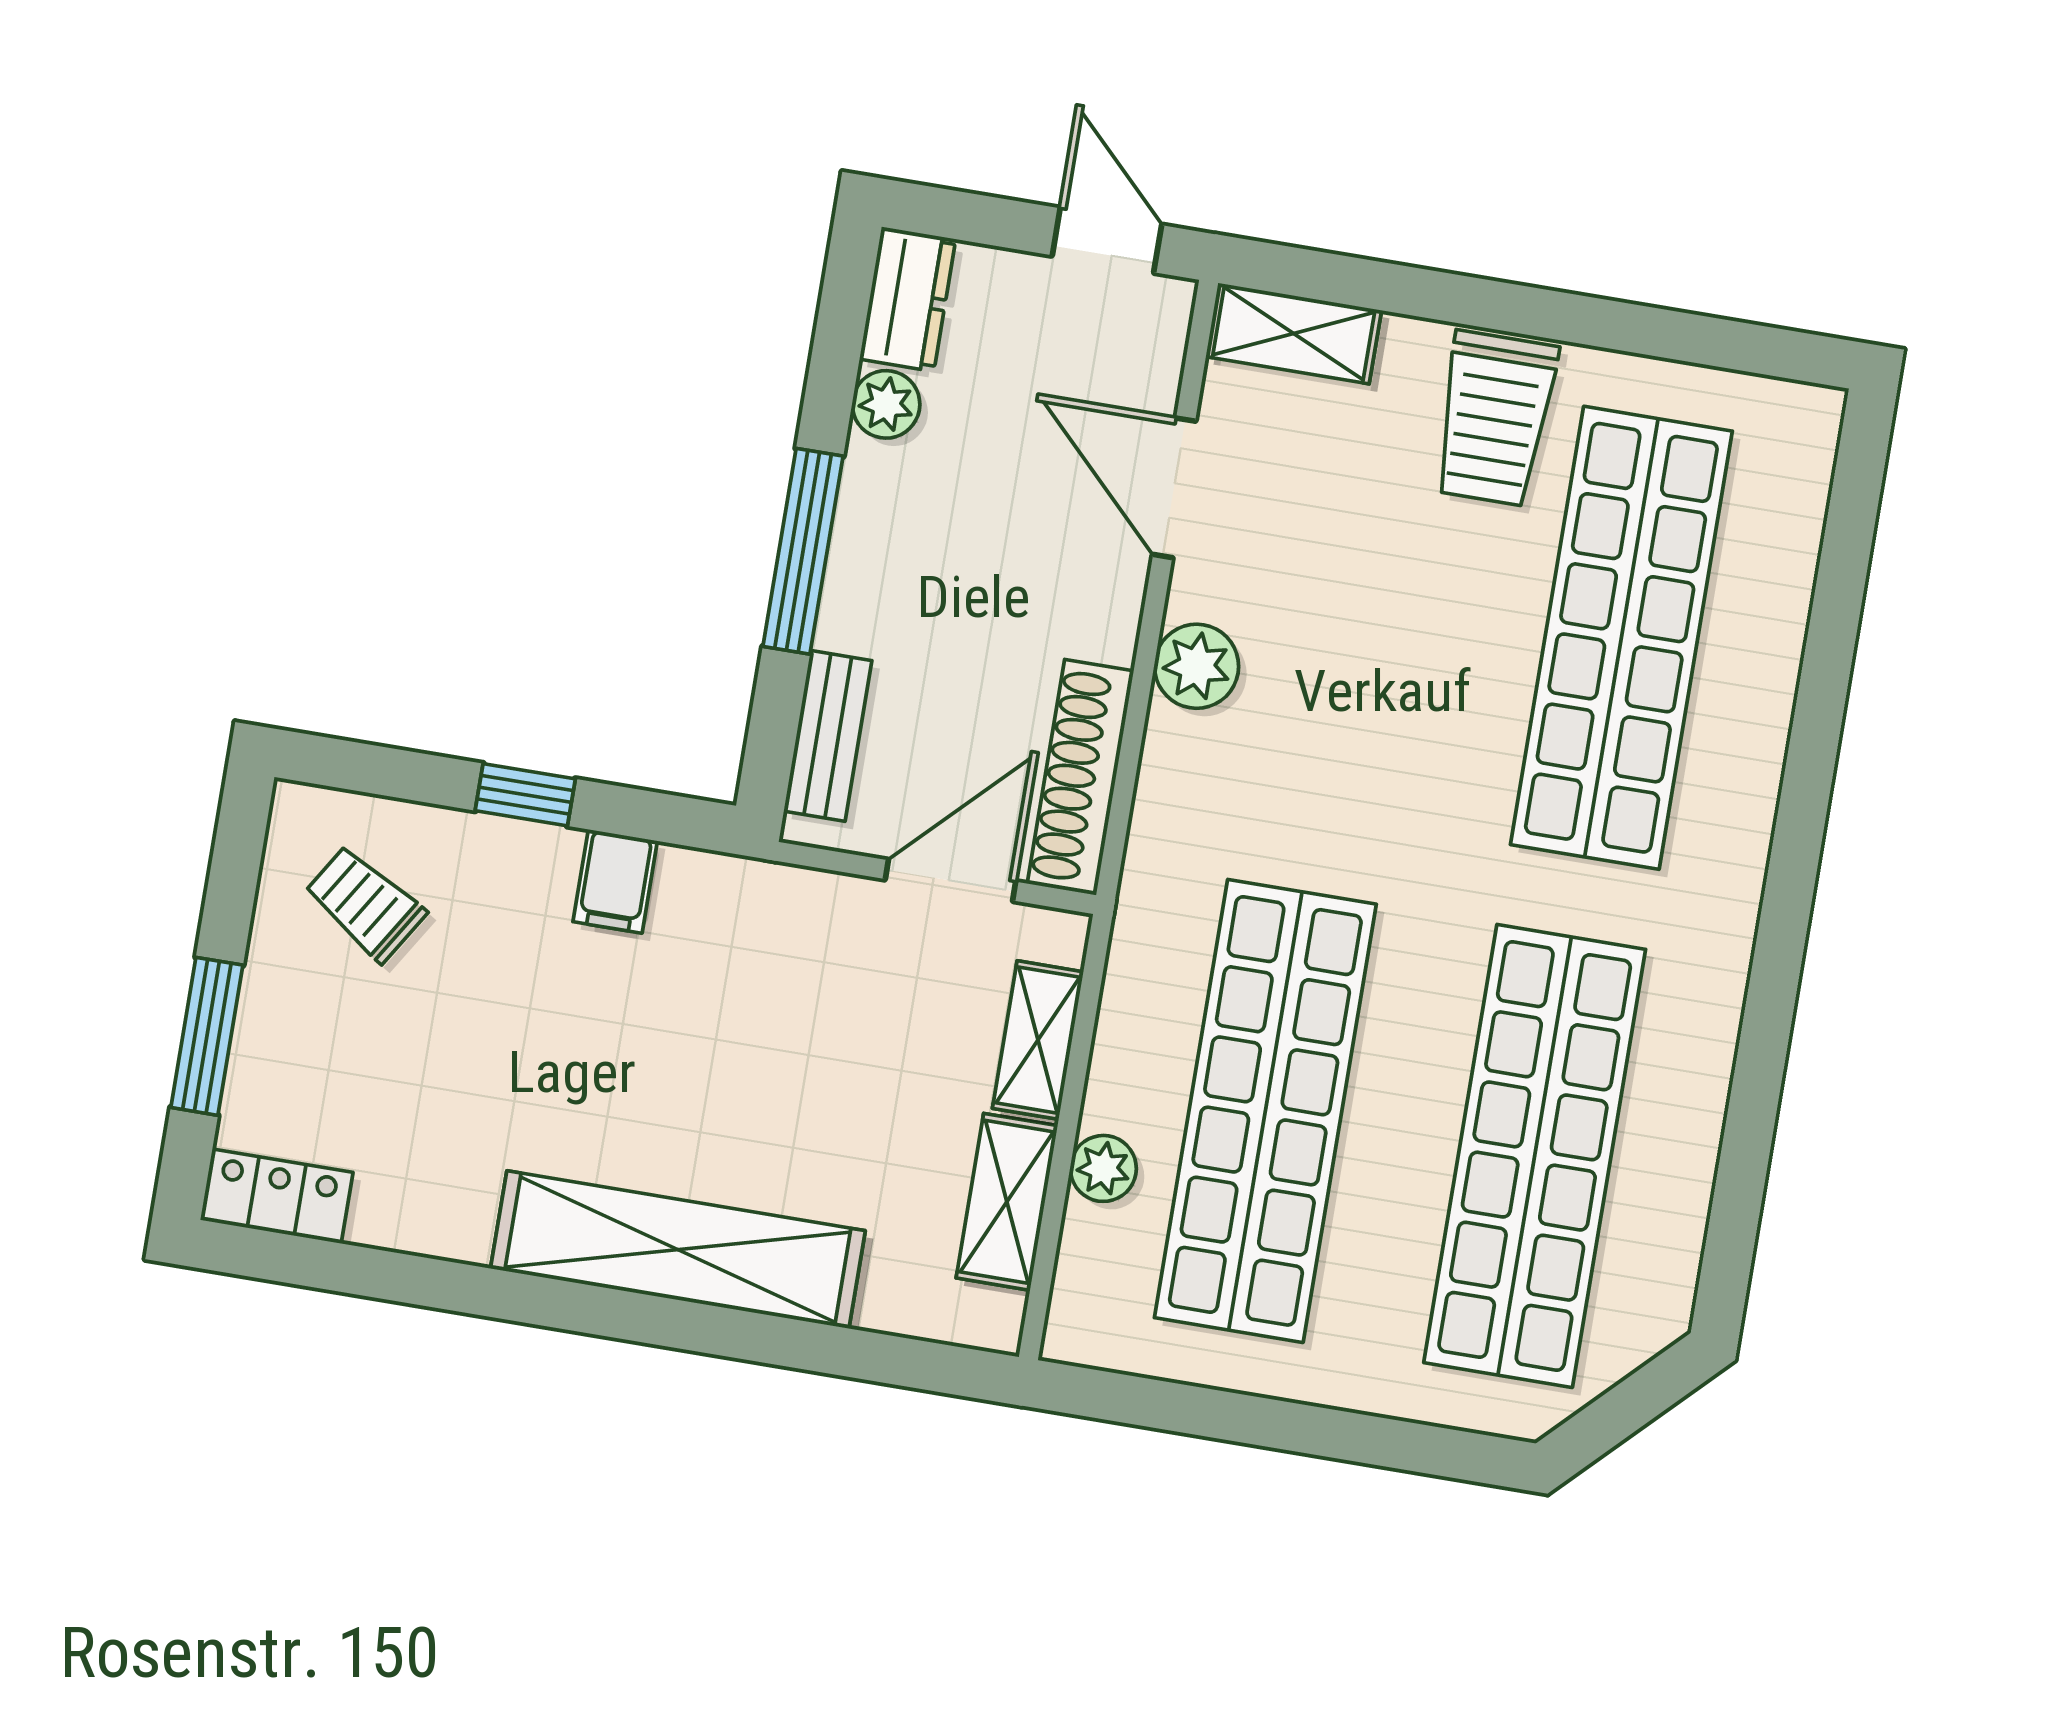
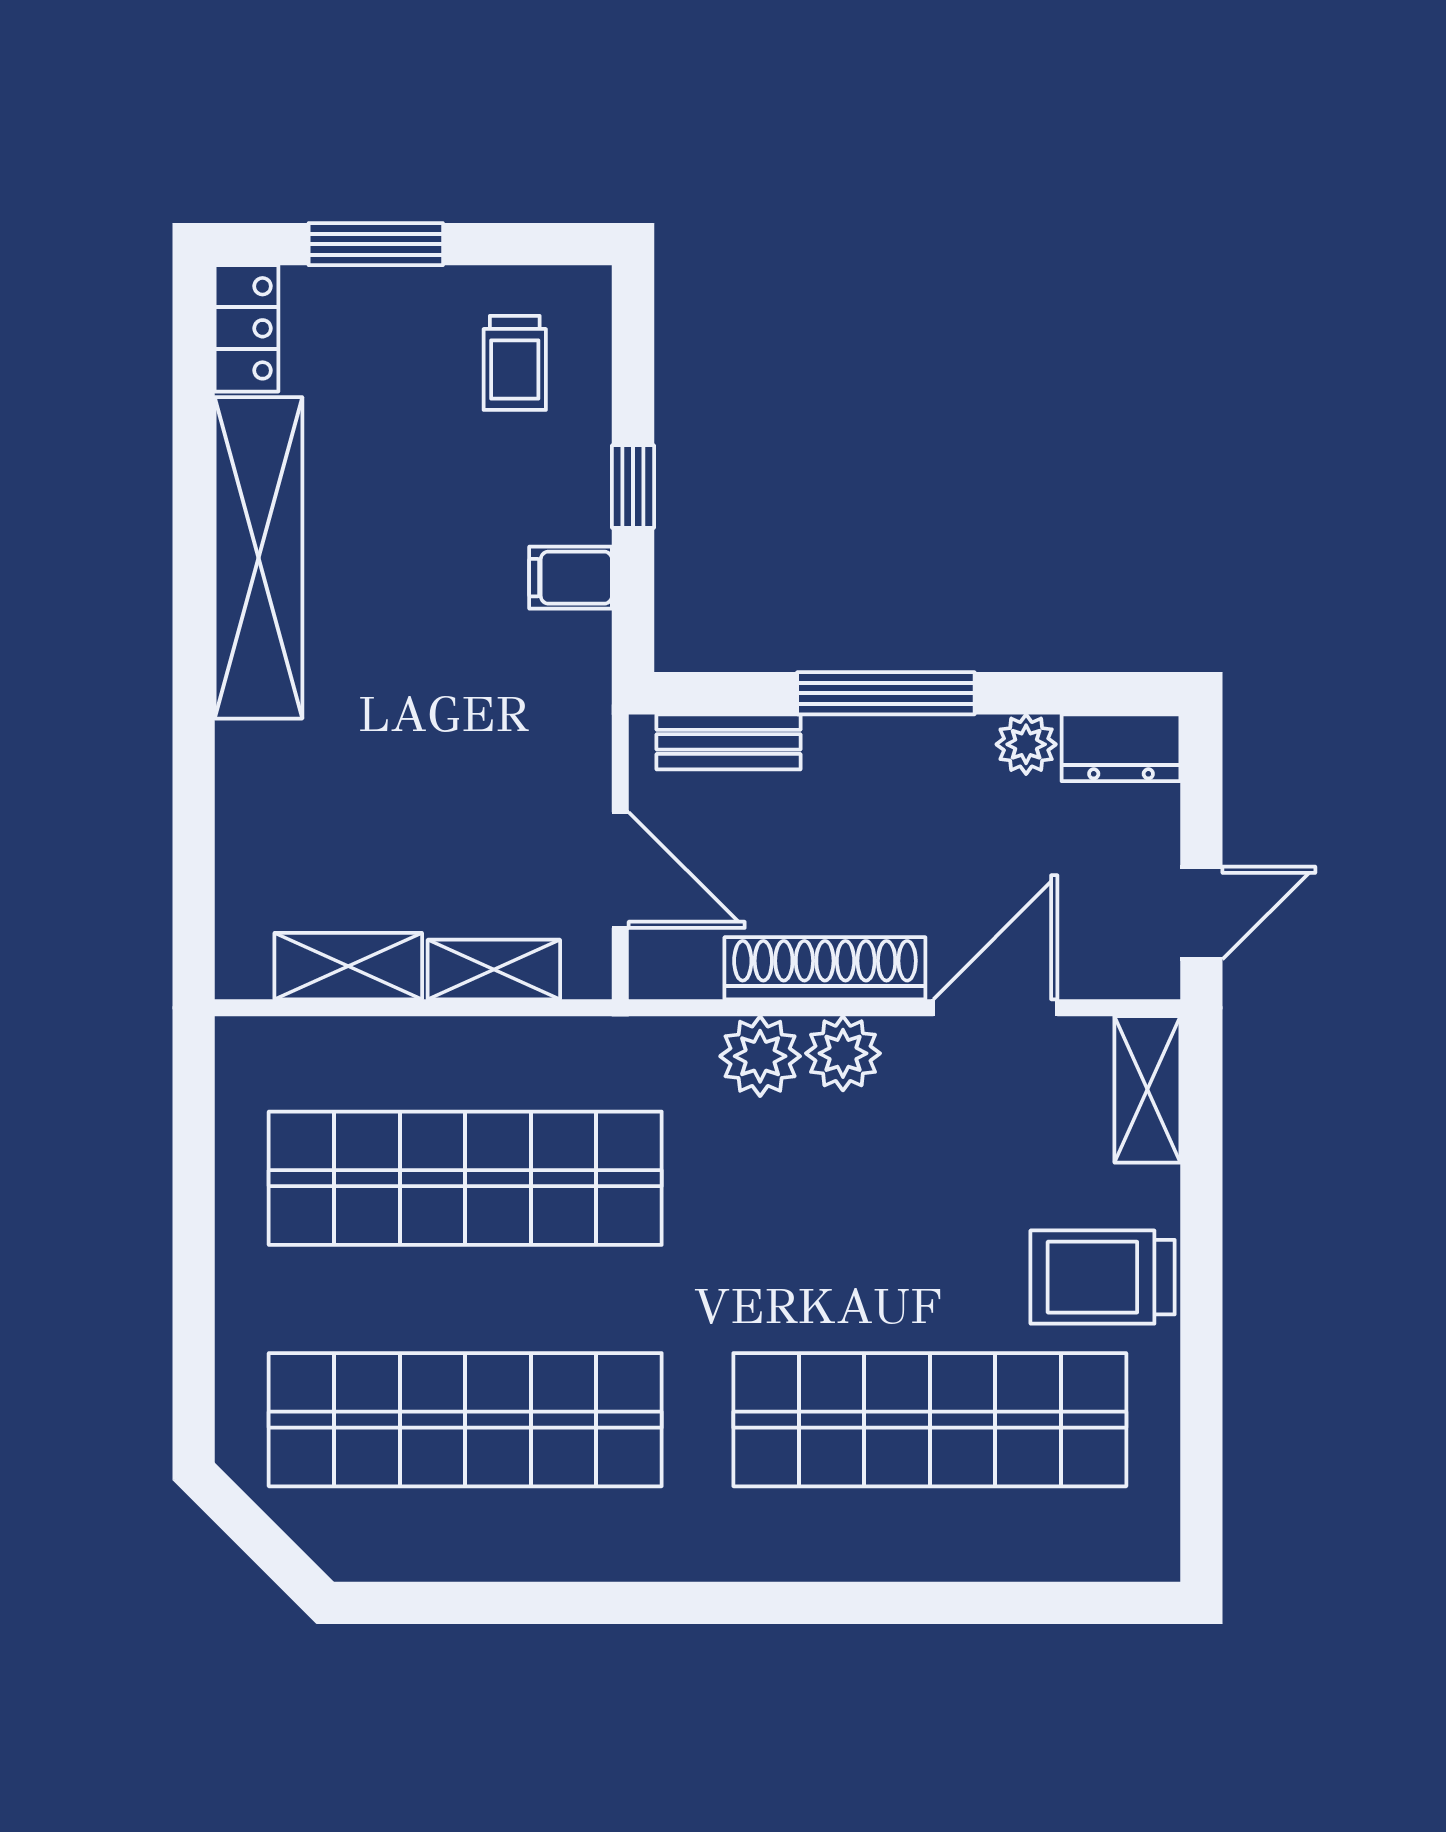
shoe rack: (1080, 777) -> (825, 968), moved
trolley: (365, 904) -> (515, 363), turned 148
plant: (1103, 1168) -> (760, 1056), moved, width x1.38, depth x1.38
shelving: (678, 1250) -> (259, 558), moved

